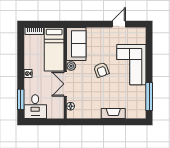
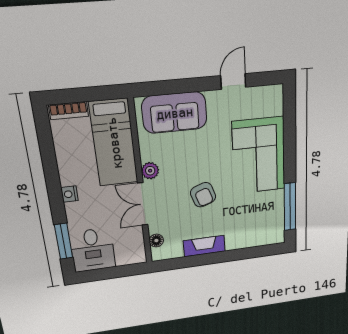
sofa: (76, 44) -> (175, 113), moved, turned 90
armchair: (101, 70) -> (203, 195), moved
fireplace: (113, 114) -> (204, 246), moved

